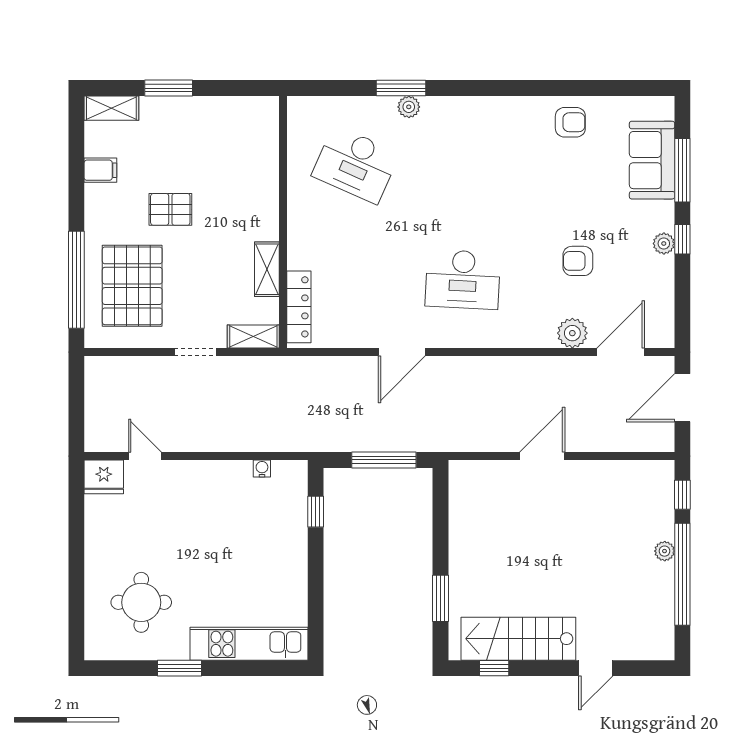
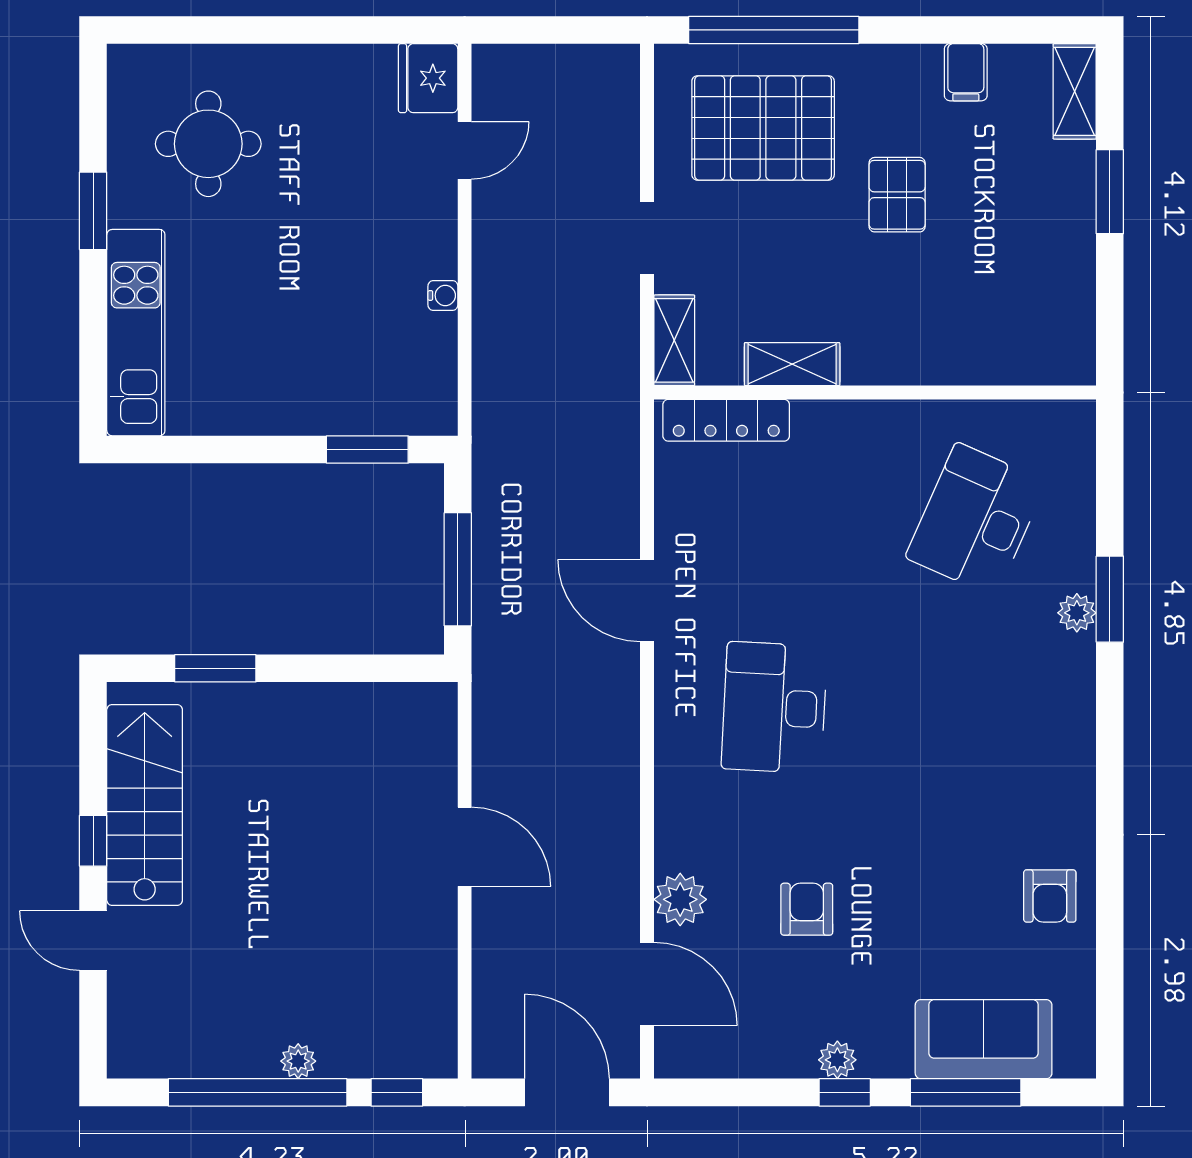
water cooler: (262, 468) -> (443, 295), moved
window: (316, 512) -> (367, 449), width x1.50
window: (494, 668) -> (93, 841), moved

